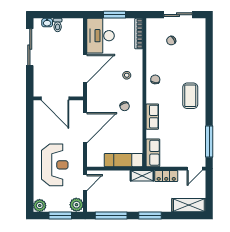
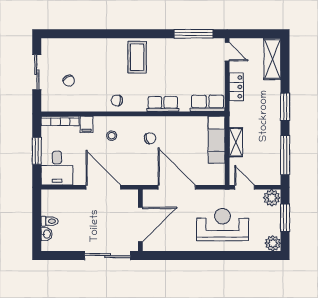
desk: (101, 36) -> (57, 168), width x0.73
sliding door: (30, 47) -> (108, 256), moved
filing cabinet: (136, 55) -> (87, 124), added
coffee table: (190, 96) -> (137, 57), turned 90
shelving: (142, 176) -> (236, 142), moved

